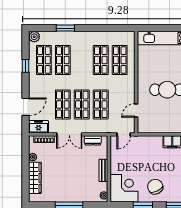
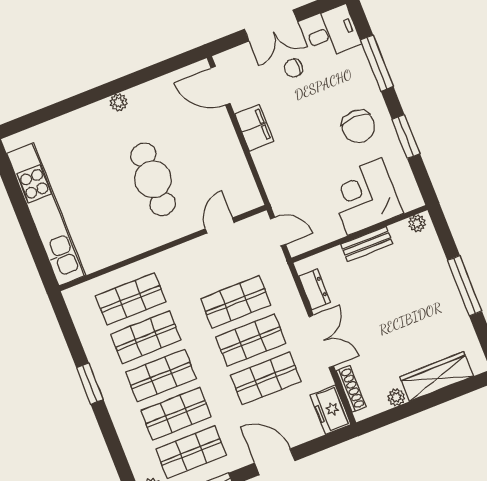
window: (65, 28) -> (90, 384), moved
shop shelf: (82, 60) -> (161, 375), added
door: (26, 107) -> (275, 462), moved
door: (136, 110) -> (220, 226), swing flipped
chair: (155, 187) -> (358, 126), turned -64
corner desk: (124, 188) -> (365, 197), moved

